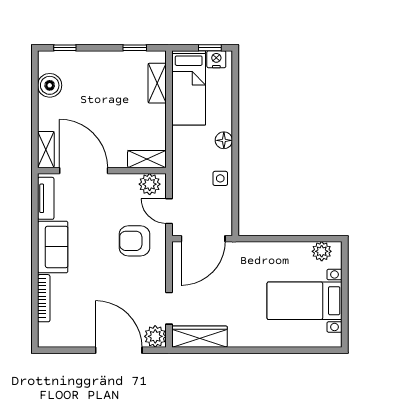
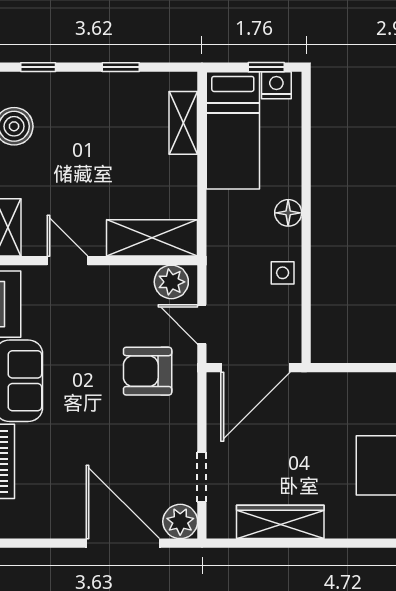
window: (135, 48) -> (121, 67), moved
shelving: (147, 159) -> (152, 238), width x1.50, depth x1.33
door: (84, 171) -> (67, 261), width x0.53
wardrobe: (200, 337) -> (280, 522), moved

